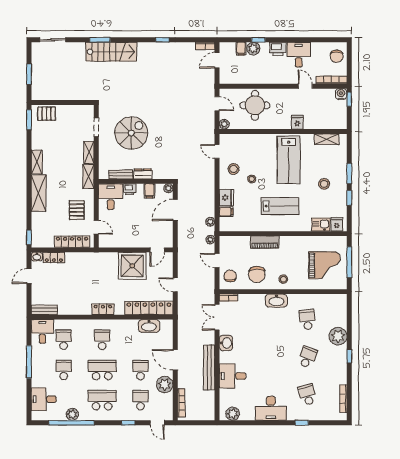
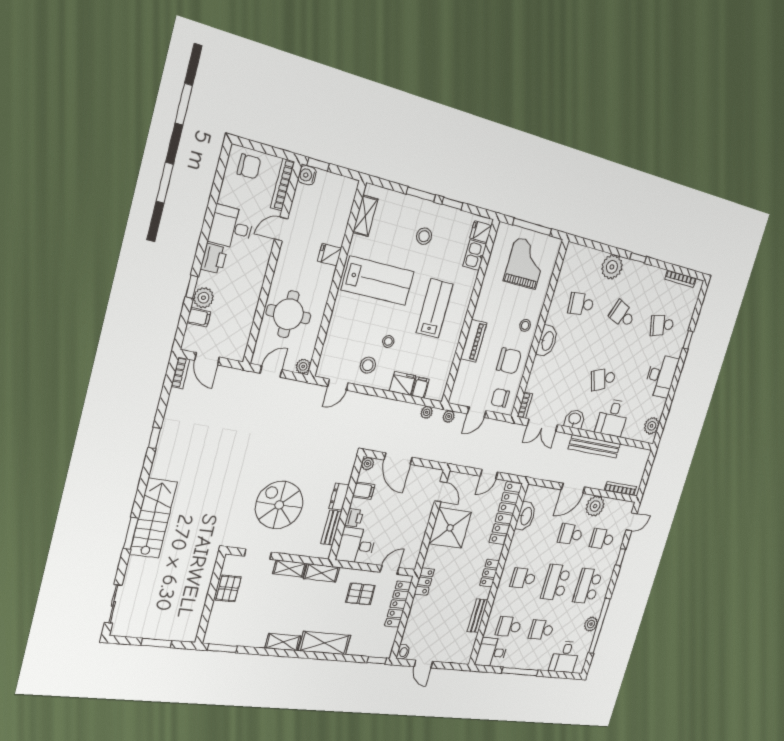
pallet: (47, 114) -> (229, 588), moved
locker: (54, 257) -> (424, 582), moved
bench: (44, 310) -> (478, 616), moved
school desk: (259, 357) -> (603, 379), added

